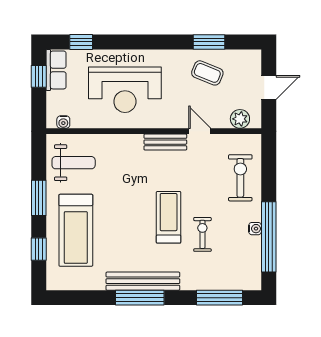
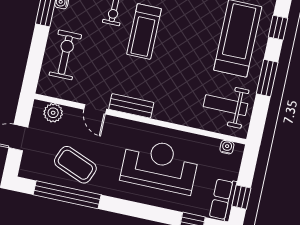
window: (209, 42) -> (67, 195), width x2.11
coffee table: (207, 73) -> (75, 165), width x1.36, depth x1.30
exercise bike: (240, 178) -> (65, 55), turned 180

